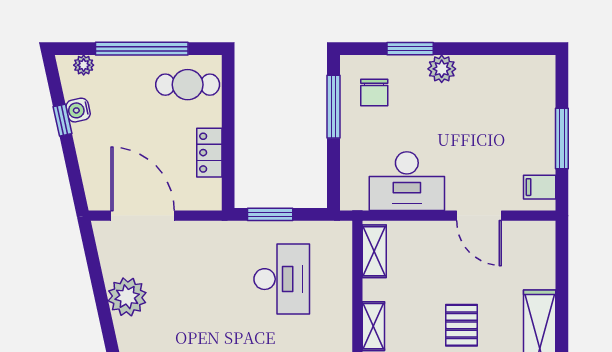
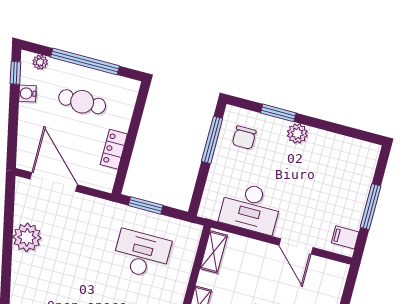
cafe table: (188, 85) -> (82, 102), moved
window: (62, 120) -> (15, 73), moved
desk: (282, 279) -> (142, 254), turned -90

